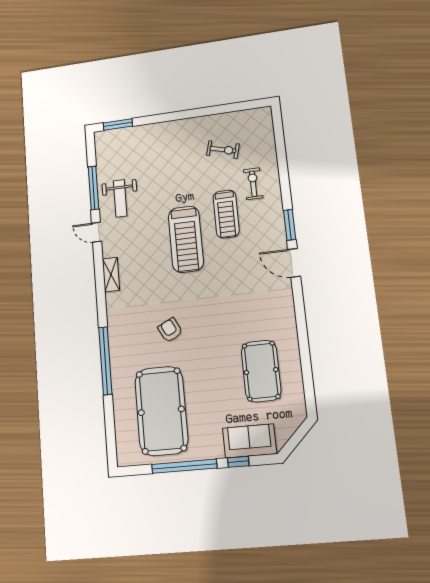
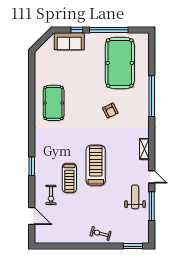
exercise bike: (223, 150) -> (101, 234), moved
treadmill: (226, 214) -> (69, 178), turned 180
door: (294, 263) -> (32, 216), moved
pool table: (261, 371) -> (54, 103), moved

